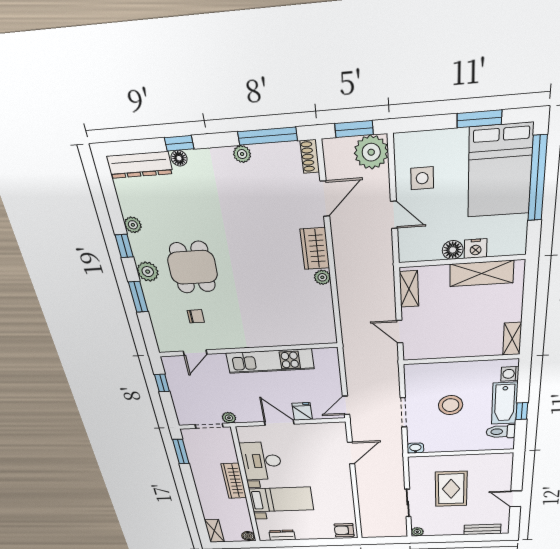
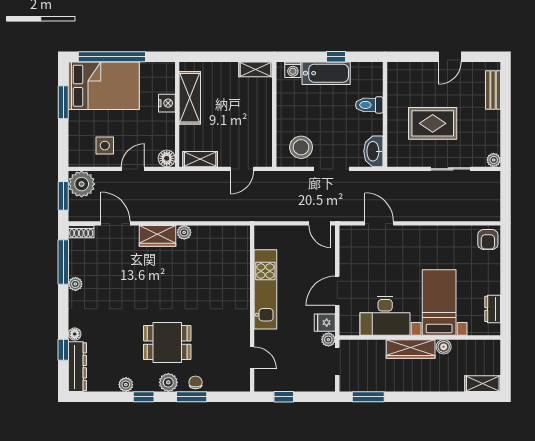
window: (179, 143) -> (63, 350), moved
floor lamp: (453, 250) -> (167, 158), moved
chair: (196, 316) -> (196, 382), moved
stool: (451, 405) -> (301, 147), moved
fridge: (302, 412) -> (325, 323), moved
toilet: (501, 432) -> (369, 105), moved, turned 90
washbasin: (415, 448) -> (373, 151), width x1.91, depth x1.45
boiler: (248, 536) -> (444, 347), moved

